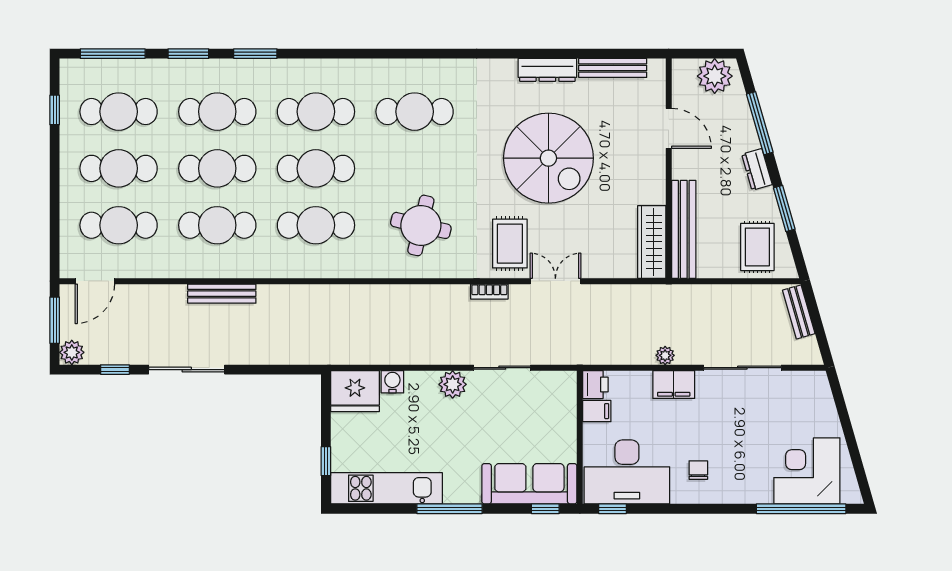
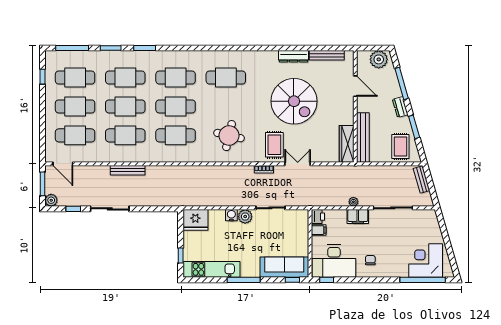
door: (95, 281) -> (63, 164), hinge flipped
water cooler: (392, 382) -> (231, 215), moved

